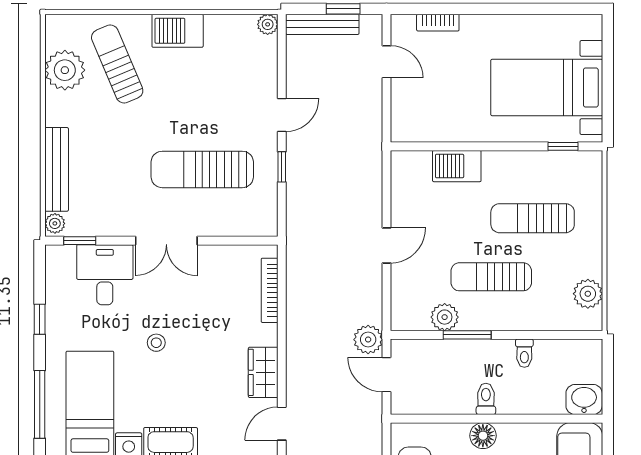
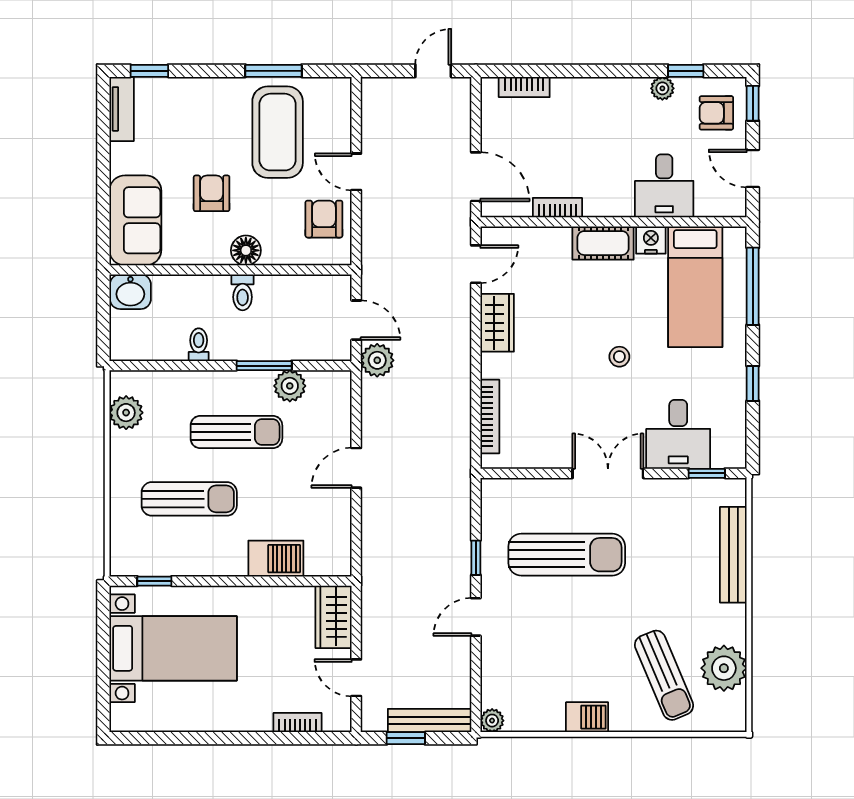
barbecue: (178, 31) -> (587, 717), width x0.73, depth x0.79
wardrobe: (406, 115) -> (334, 617), added
plant: (55, 223) -> (735, 493), removed

